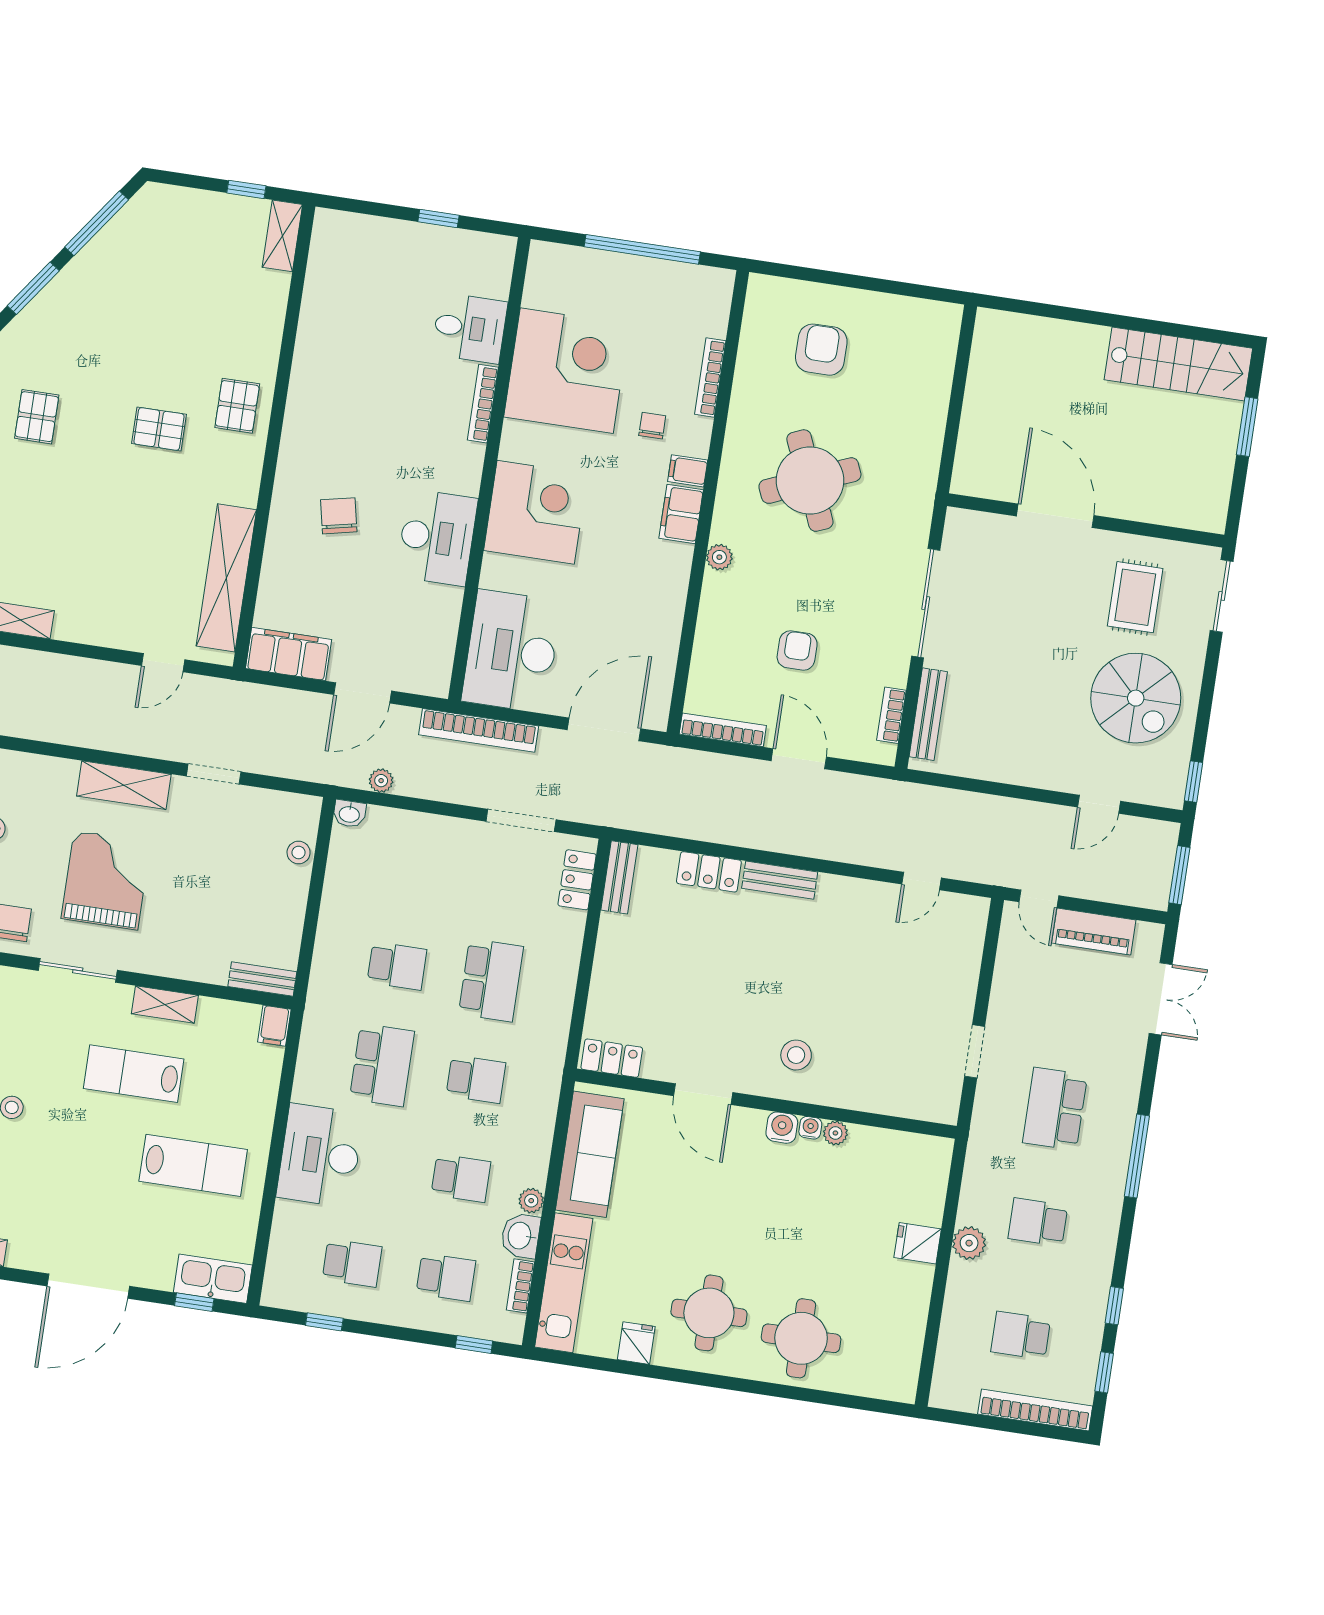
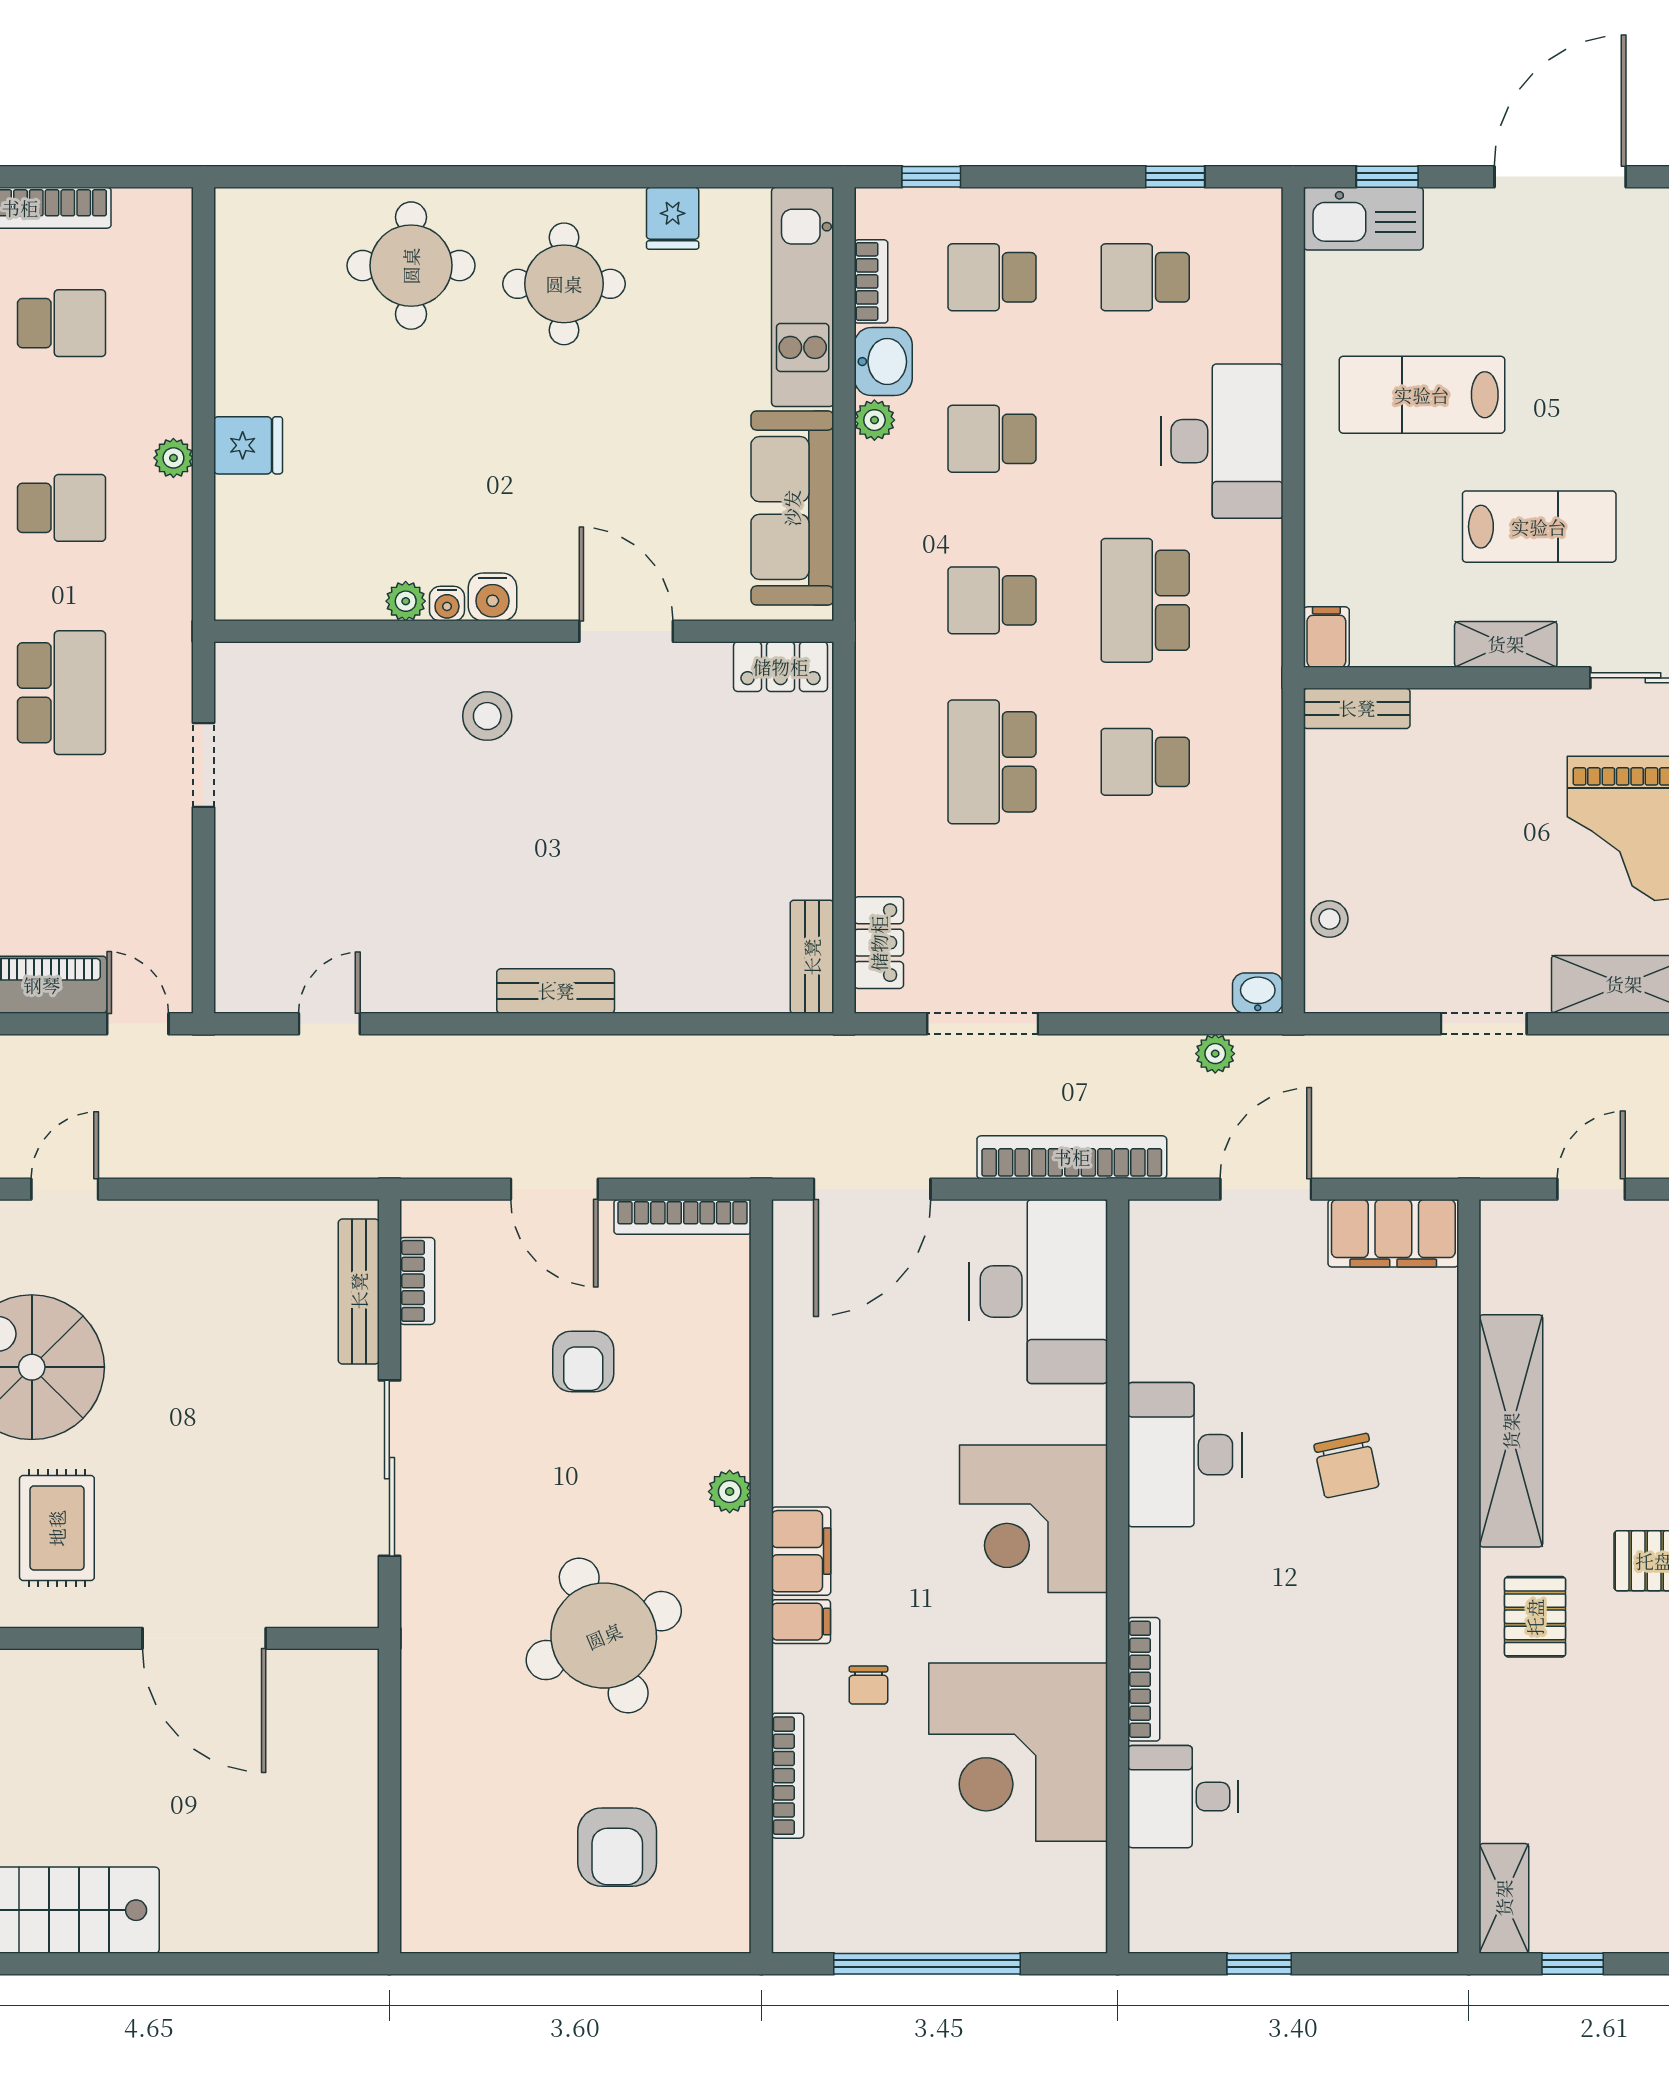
shelving: (226, 578) -> (1511, 1431), moved
locker: (709, 872) -> (670, 987), removed
plant: (969, 1243) -> (173, 458), width x0.73, depth x0.73

